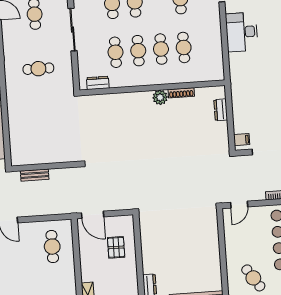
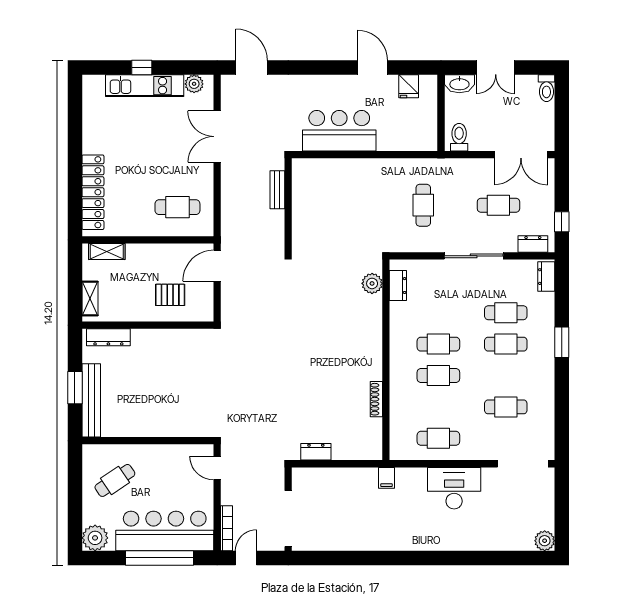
cafe table: (184, 47) -> (438, 438), moved
cafe table: (115, 52) -> (438, 313), removed
plant: (160, 97) -> (372, 283), moved
dresser: (221, 110) -> (316, 452), moved
filing cabinet: (242, 140) -> (387, 478), moved

